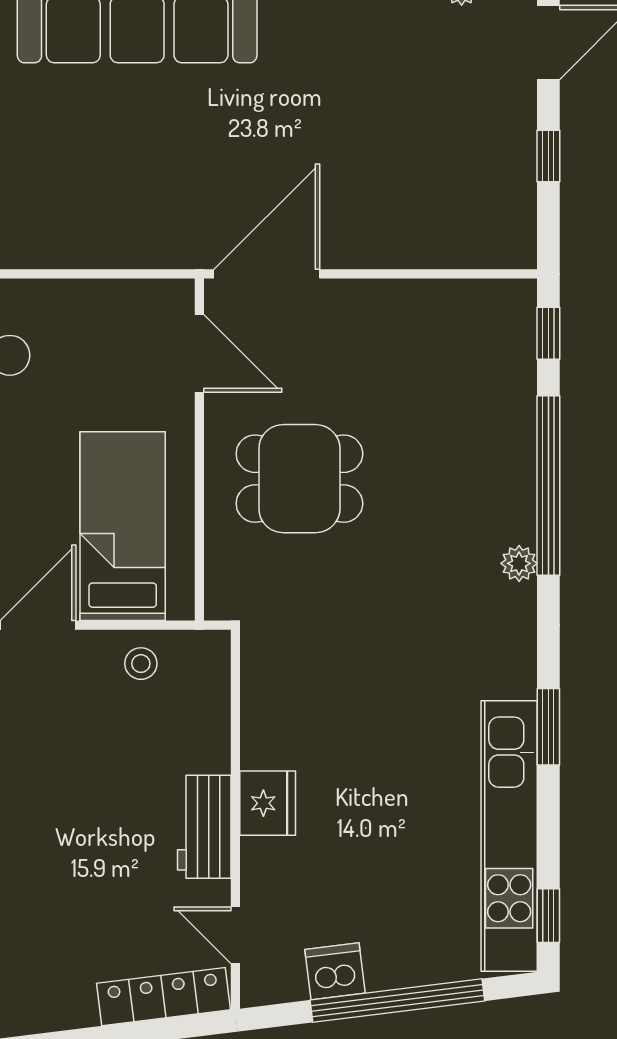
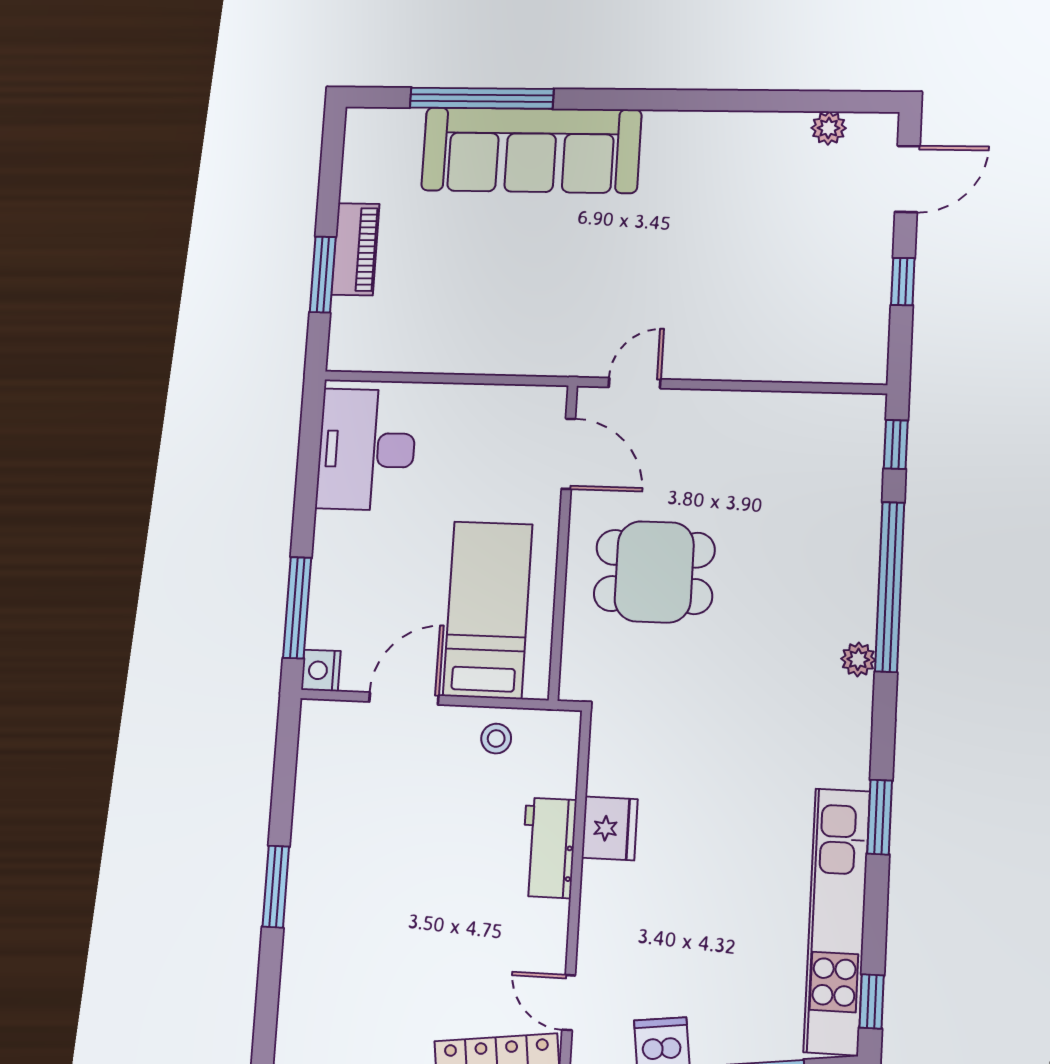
door: (267, 274) -> (635, 383), width x0.53
fridge: (268, 803) -> (610, 828), moved
workbench: (204, 827) -> (549, 848), moved

